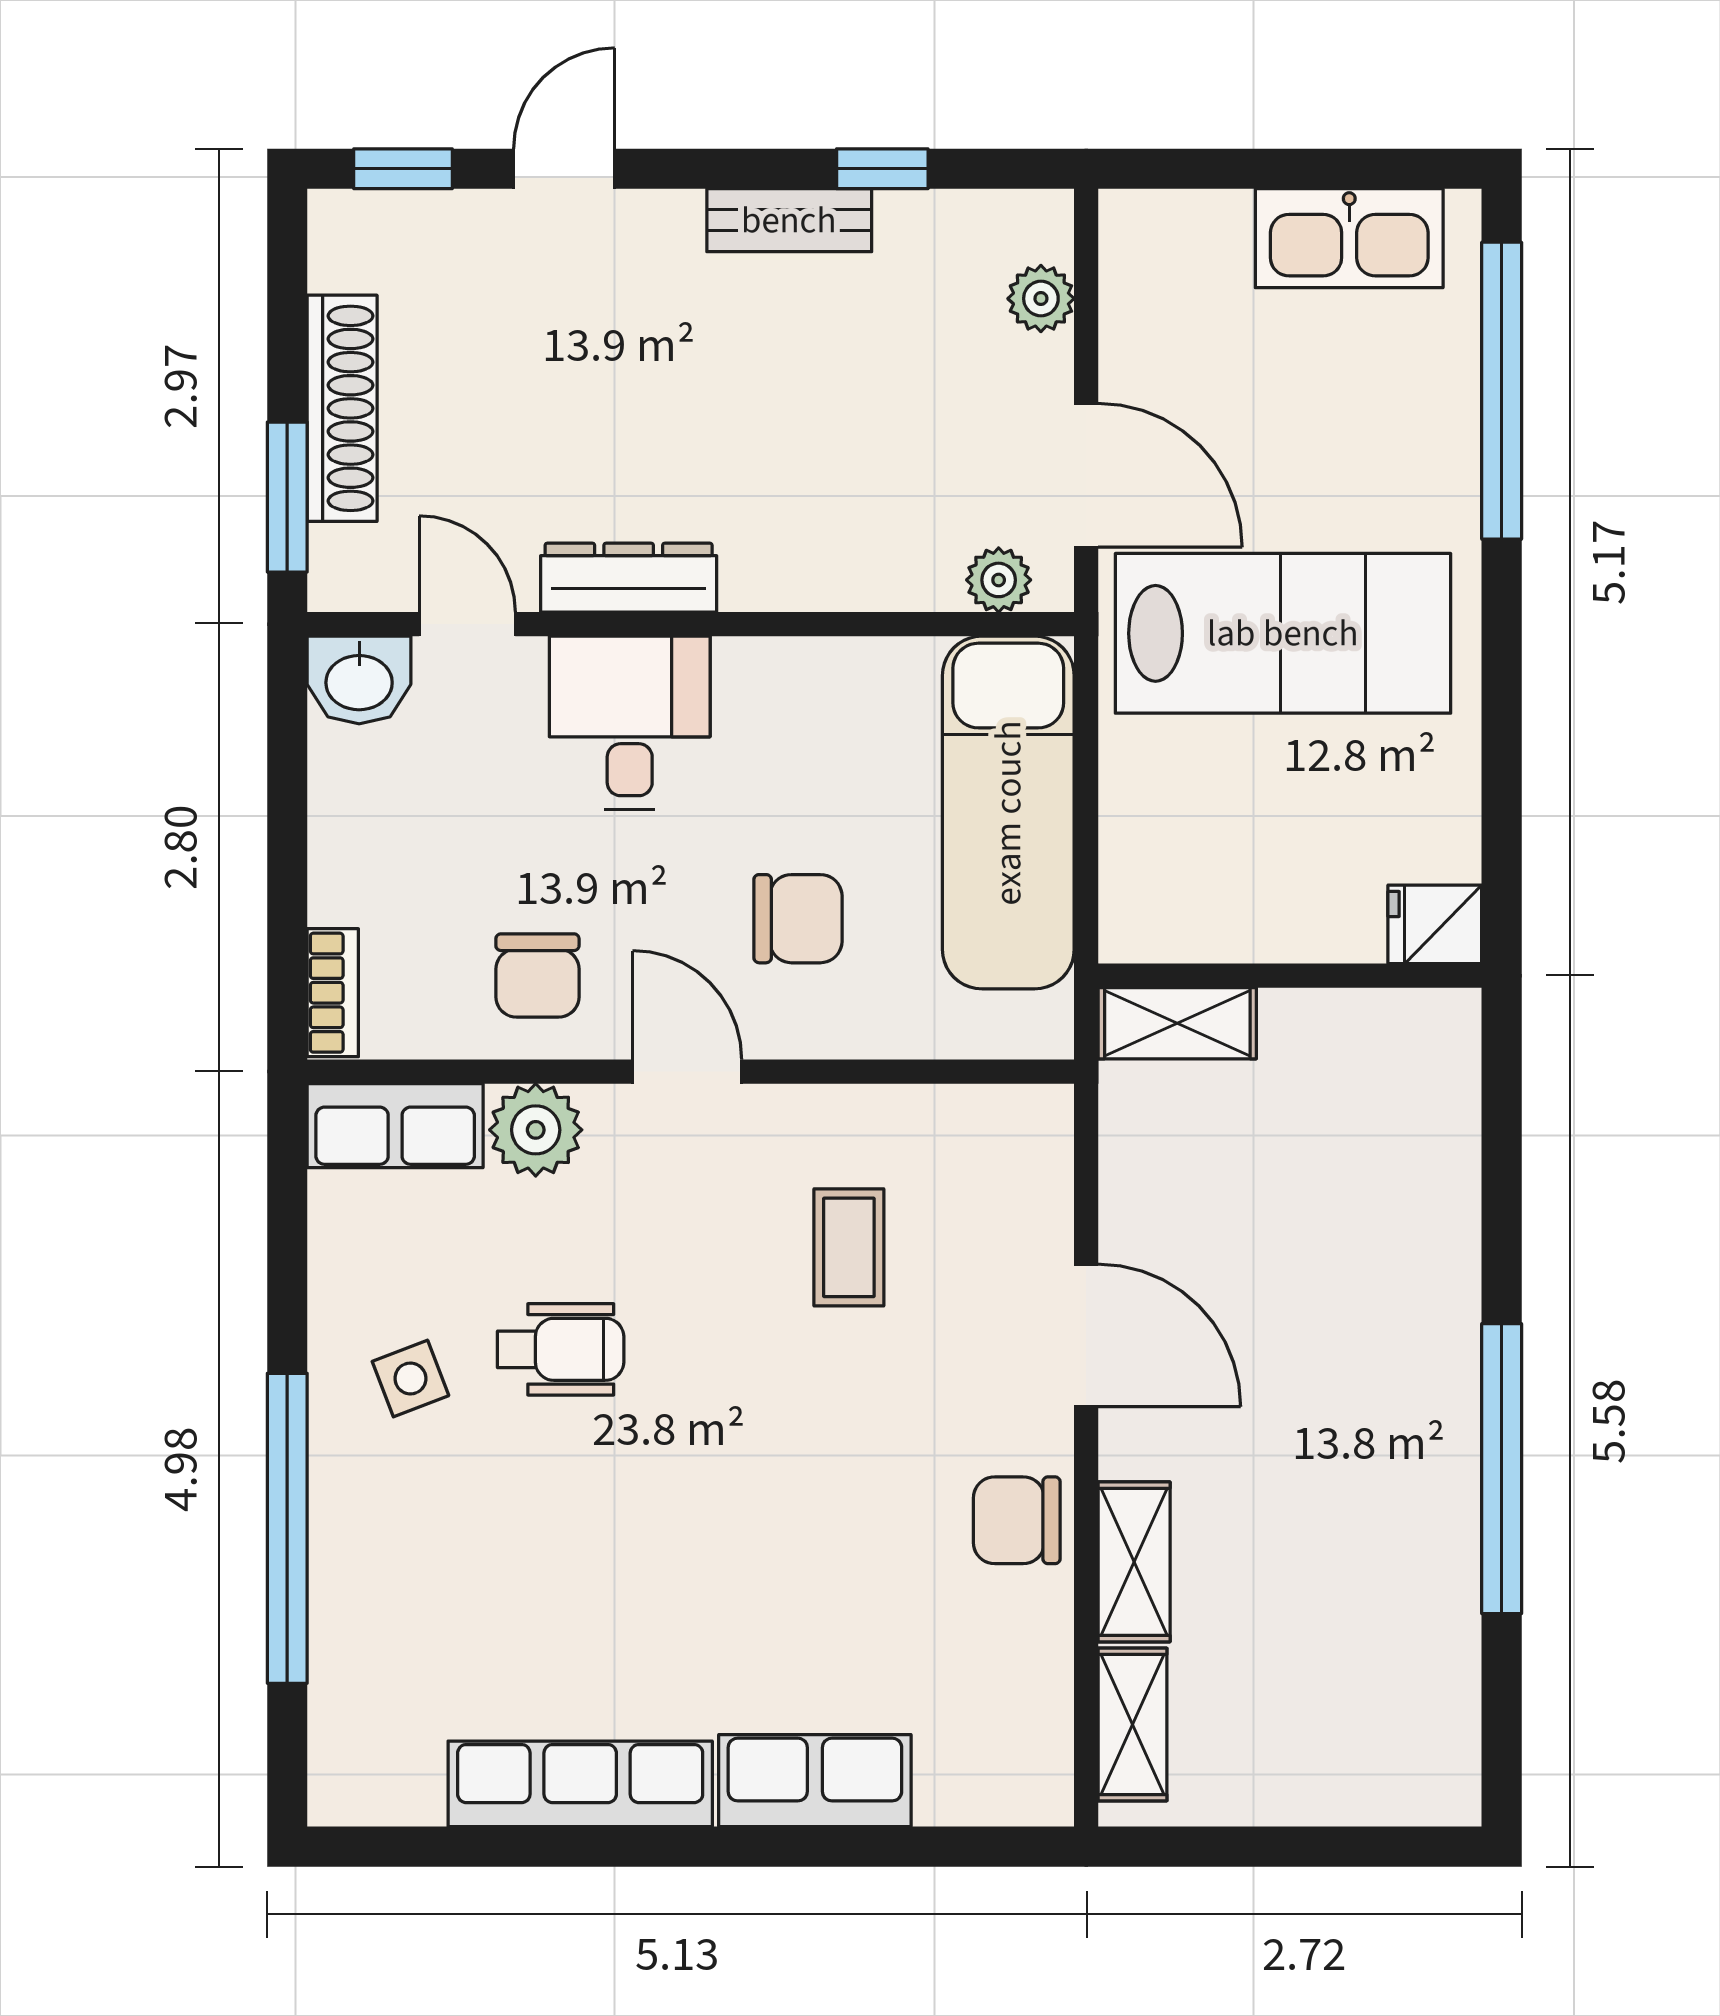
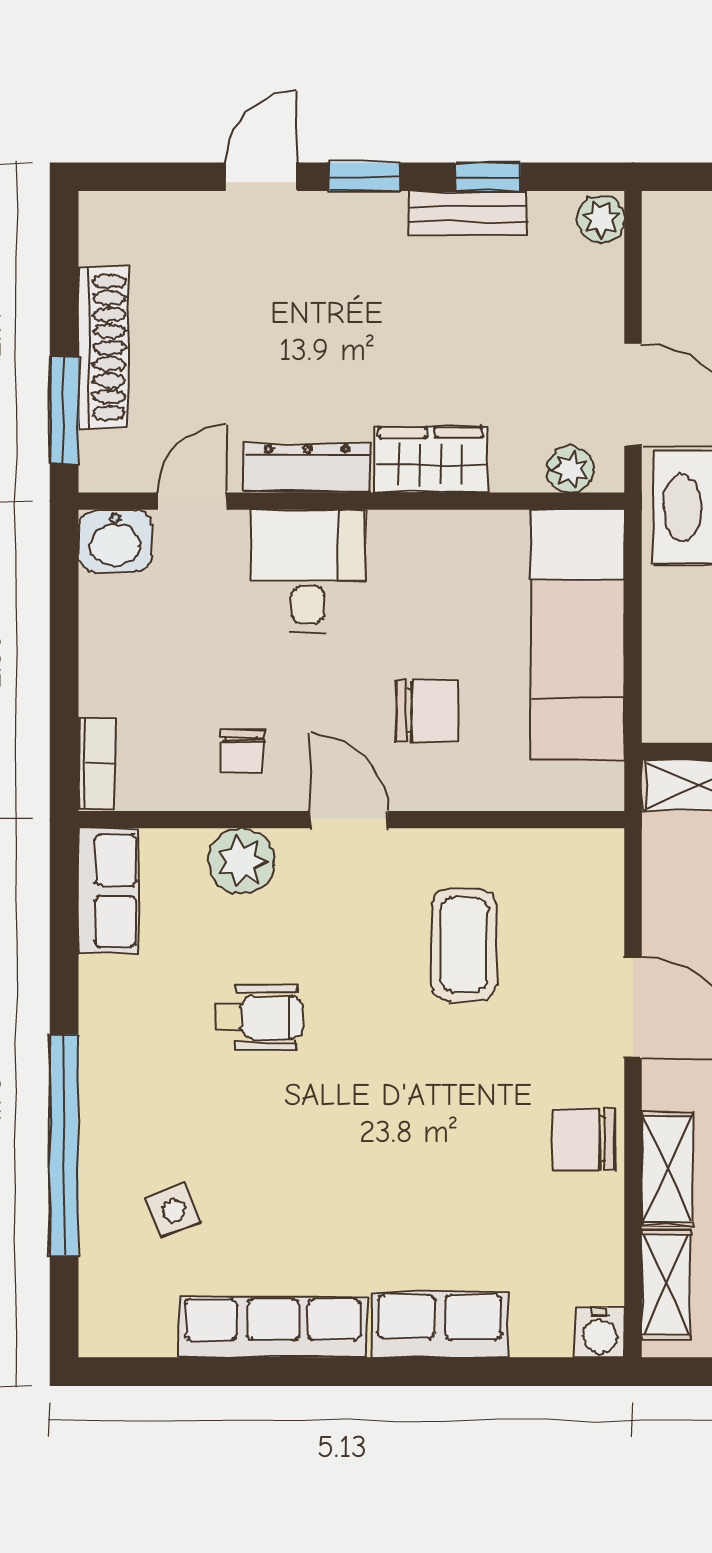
window: (403, 169) -> (364, 177), moved
bench: (789, 220) -> (468, 213), moved
plant: (1041, 299) -> (601, 219), moved
wardrobe: (802, 566) -> (431, 460), added
door: (467, 624) -> (192, 501), hinge flipped
chair: (537, 975) -> (242, 751), width x0.73, depth x0.73
row of seats: (395, 1126) -> (108, 891), moved, turned -90
coffee table: (849, 1247) -> (464, 945), width x1.36, depth x1.30
side table: (410, 1378) -> (174, 1210), moved
water cooler: (1039, 1792) -> (600, 1332), added

